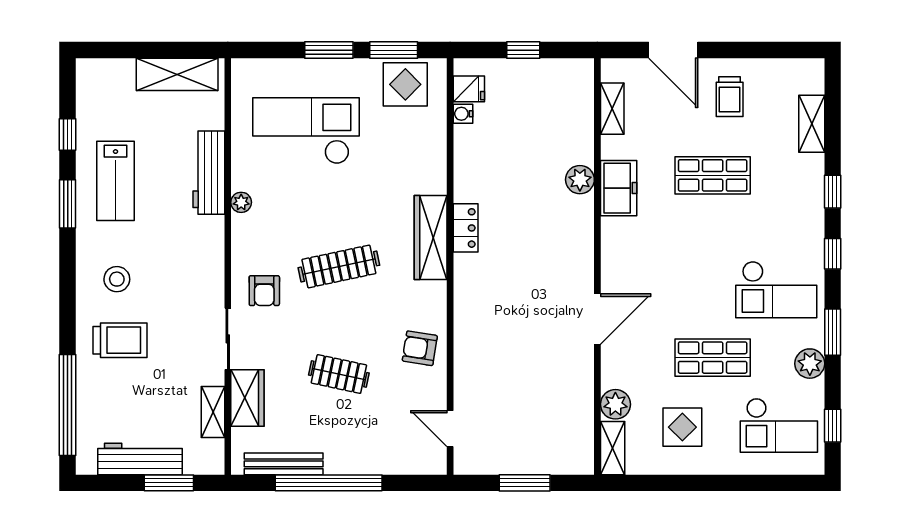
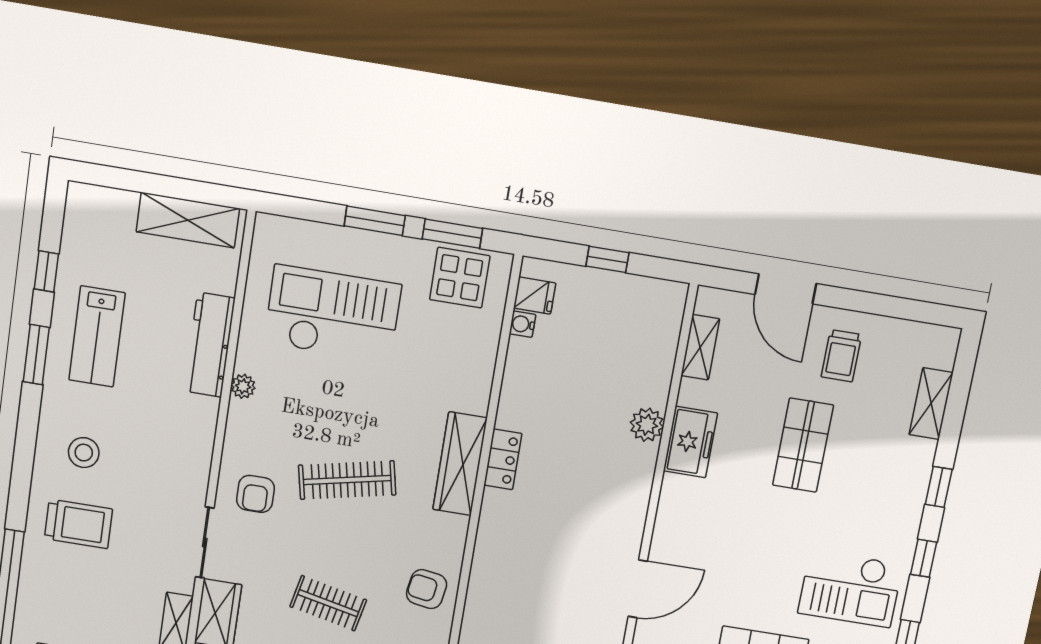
shop shelf: (713, 175) -> (803, 445), turned 90

